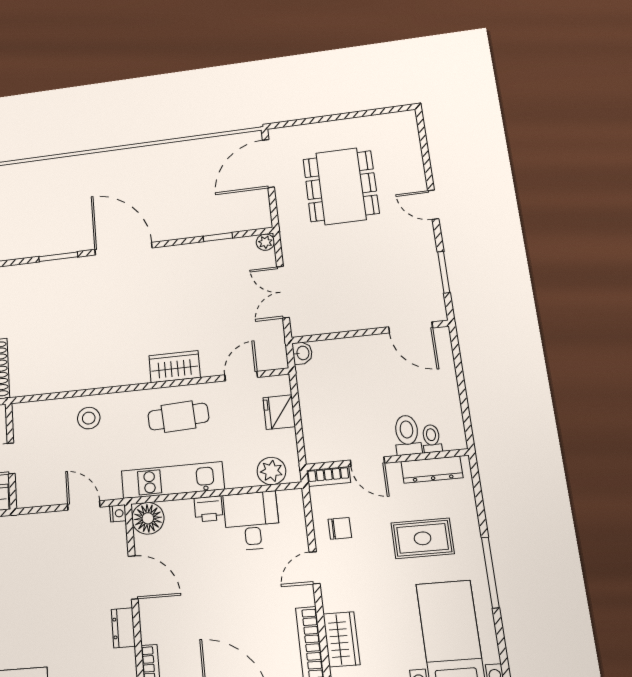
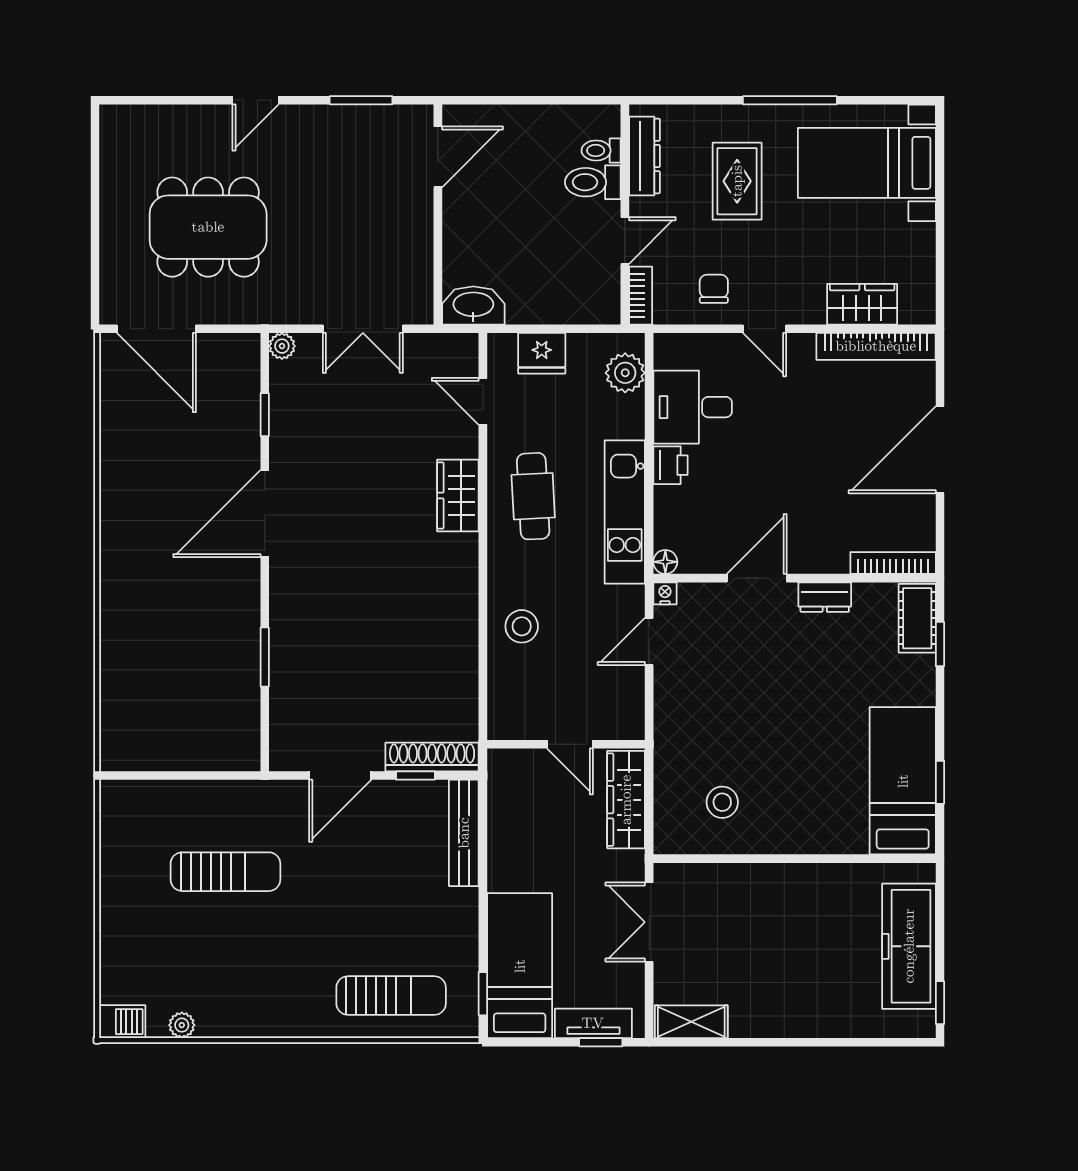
door: (123, 249) -> (265, 514), moved
washbasin: (302, 353) -> (473, 305), width x1.91, depth x1.45
floor lamp: (148, 518) -> (665, 562), width x0.53, depth x0.53

